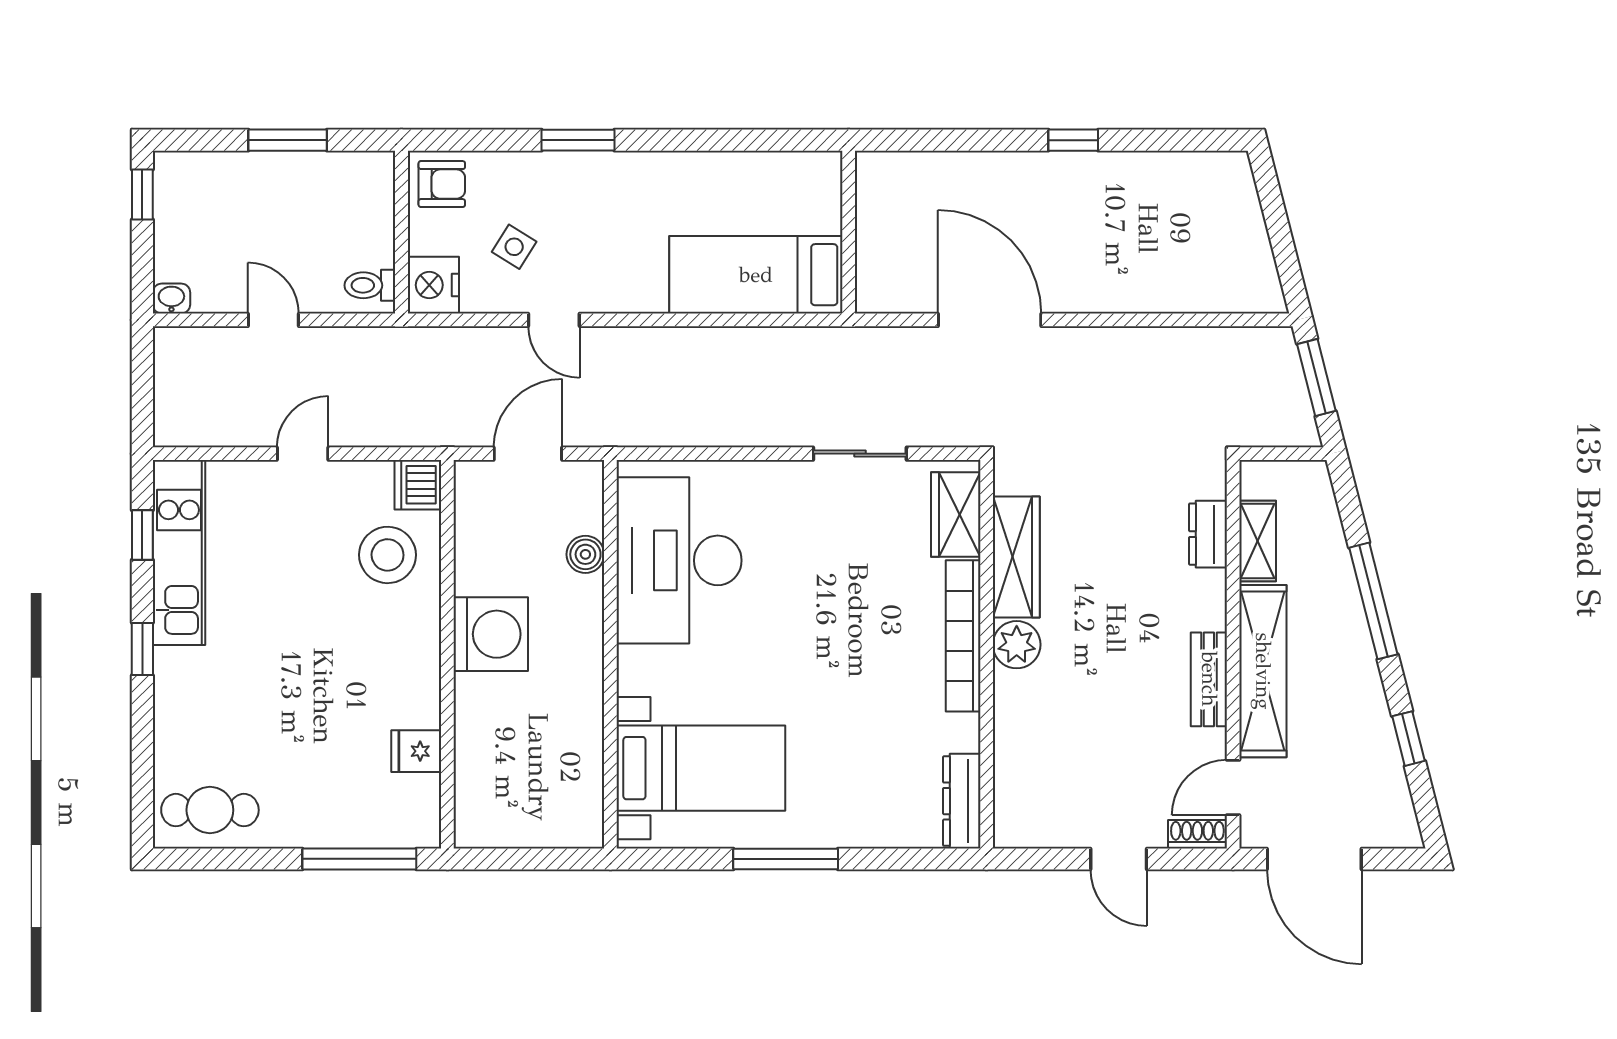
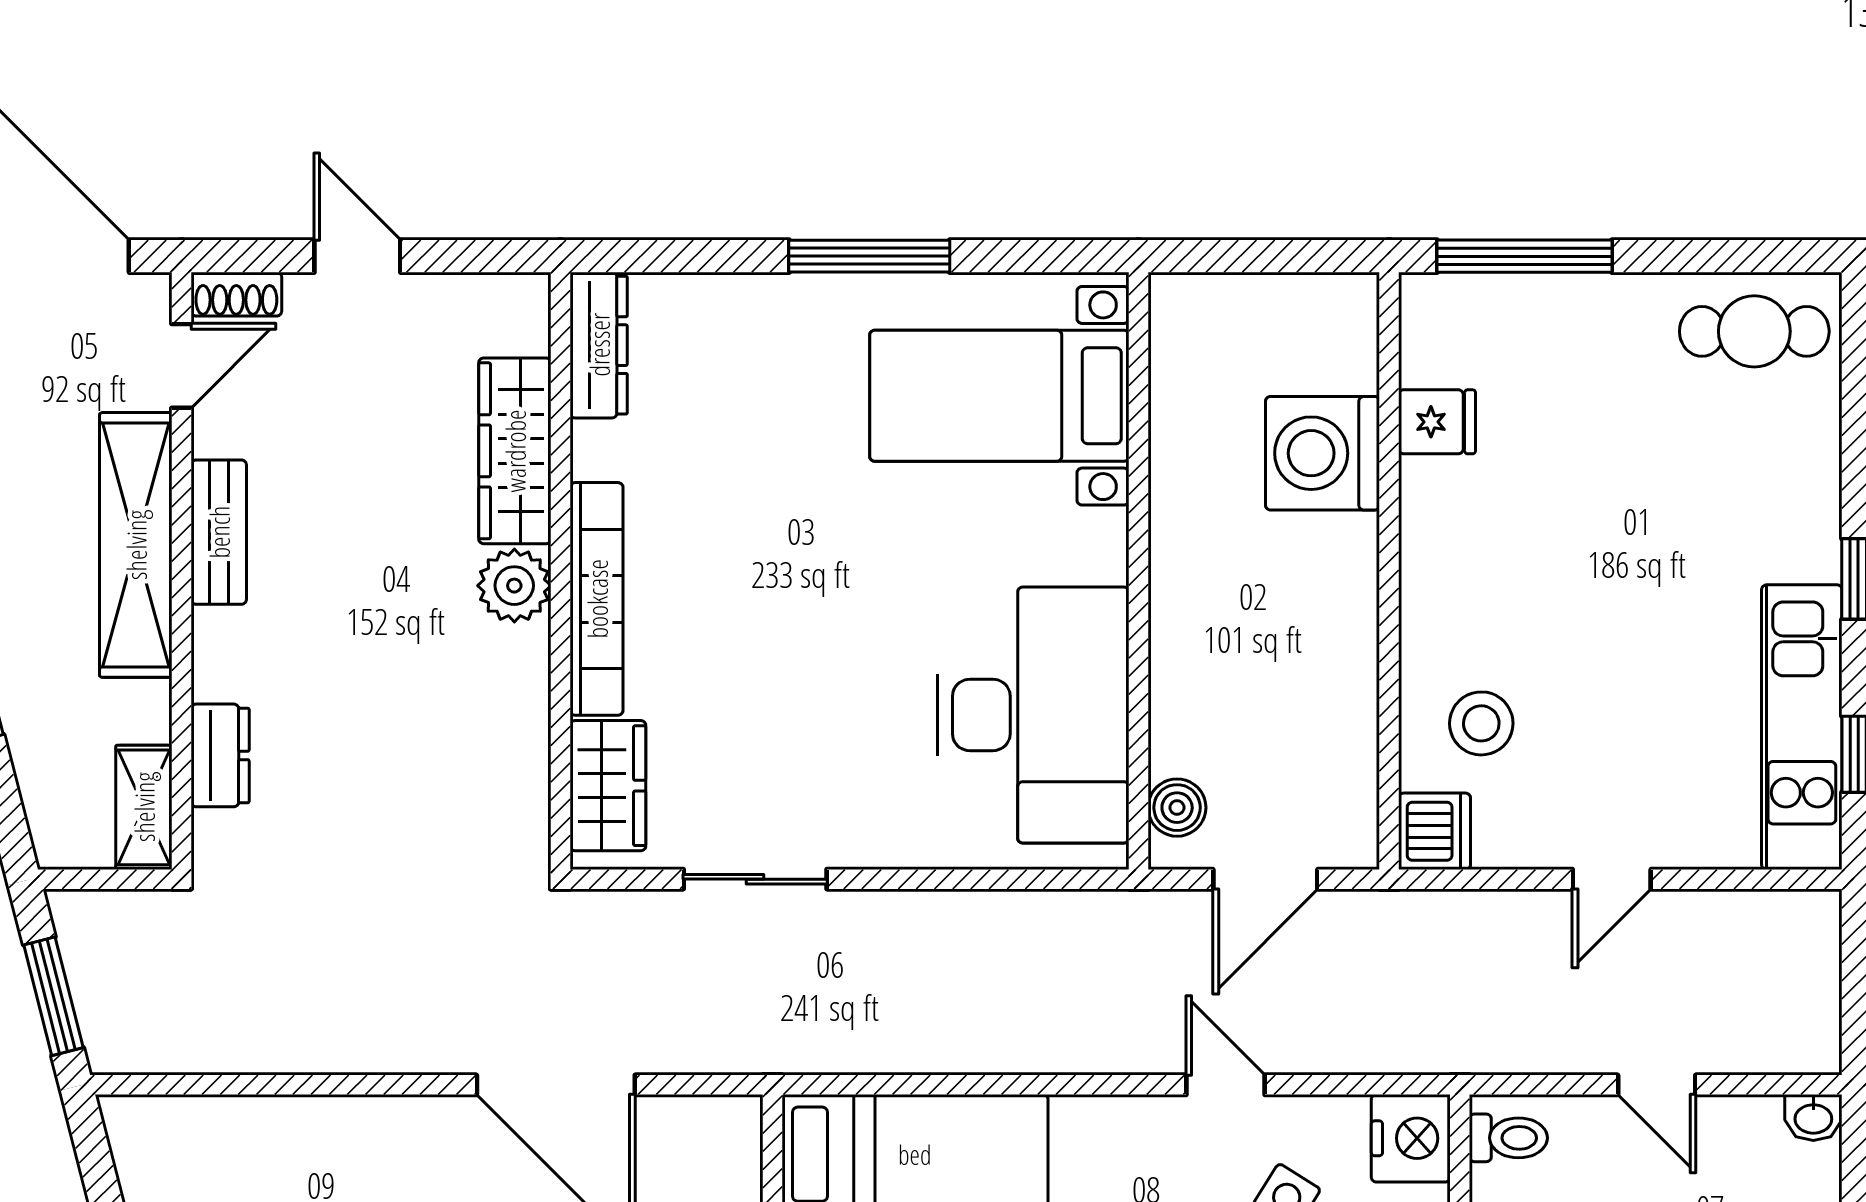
shelving: (1258, 541) -> (144, 807), moved
boiler: (585, 554) -> (1177, 808), moved
stool: (388, 555) -> (1481, 723), width x0.73, depth x0.73
wardrobe: (1016, 557) -> (515, 451), moved
washing machine: (491, 634) -> (1323, 453), moved

